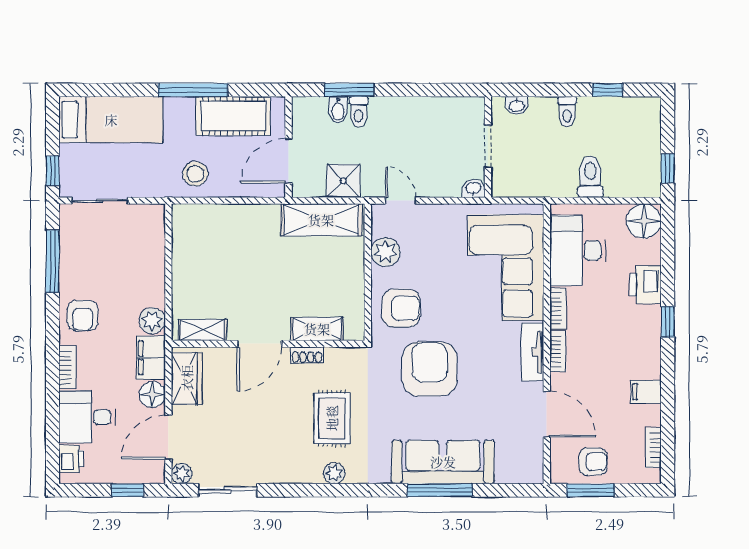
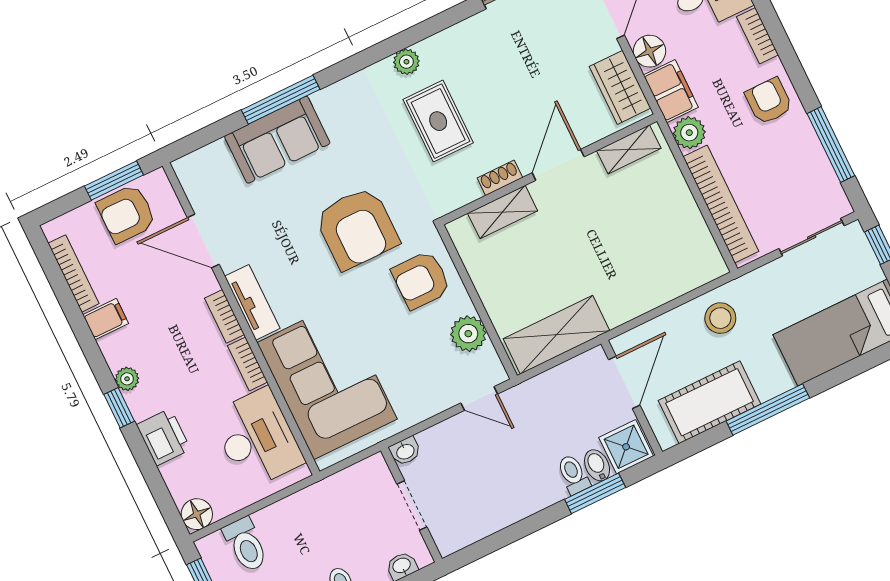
toilet: (590, 177) -> (246, 545), moved
shower: (343, 181) -> (626, 447), moved
floor lamp: (644, 221) -> (197, 514), width x0.73, depth x0.73
bookcase: (154, 257) -> (721, 204), added
plant: (652, 340) -> (127, 379), added
bookcase: (653, 448) -> (74, 273), width x1.56
sofa: (443, 462) -> (277, 140), width x0.73
armchair: (593, 462) -> (127, 214), width x1.38, depth x1.38

